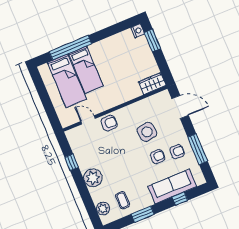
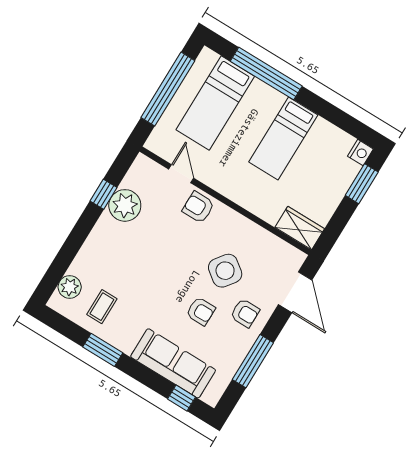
bed: (86, 70) -> (283, 138), moved
window: (45, 98) -> (168, 89), added
armchair: (109, 123) -> (198, 207), turned 180
side table: (147, 132) -> (225, 271), turned 45
armchair: (177, 152) -> (245, 313), moved
plant: (93, 178) -> (125, 205), moved
window: (180, 199) -> (181, 398), moved

